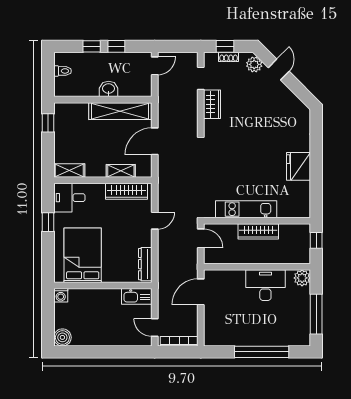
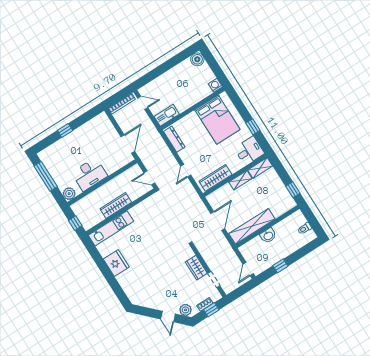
window: (92, 46) -> (296, 256), removed
shelving: (121, 171) -> (240, 180), moved
kitchen unit: (246, 209) -> (111, 228), moved
window: (262, 352) -> (65, 130), width x0.32

